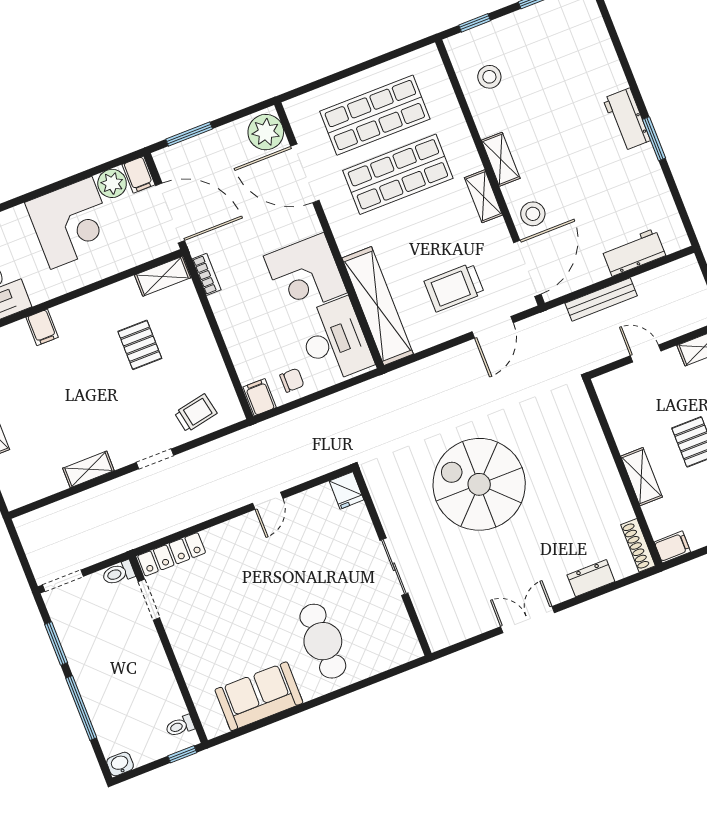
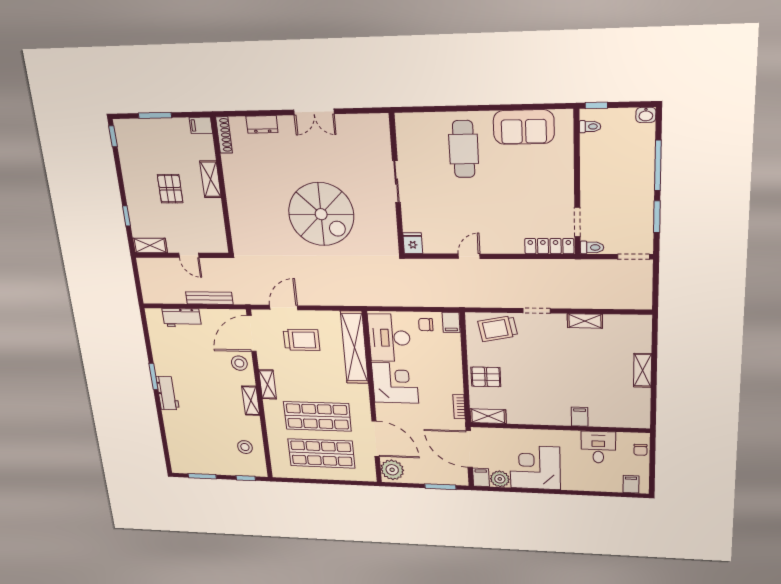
pallet: (140, 345) -> (486, 377), moved, turned 90
trolley: (196, 413) -> (498, 329), width x1.36, depth x1.39

